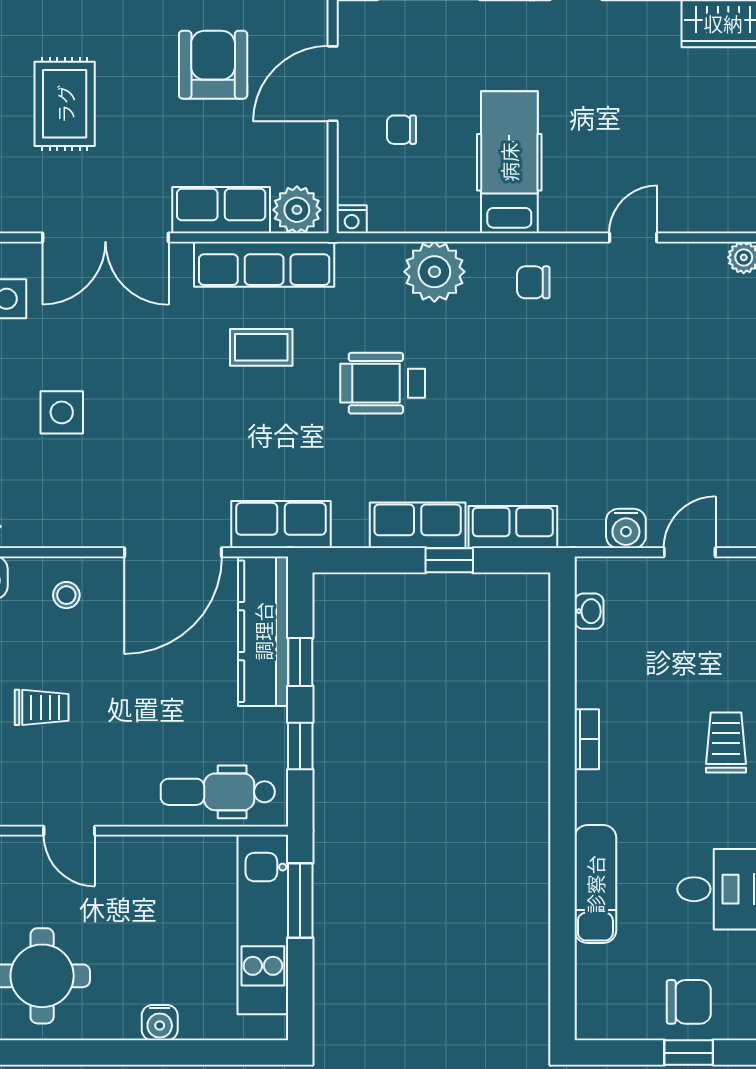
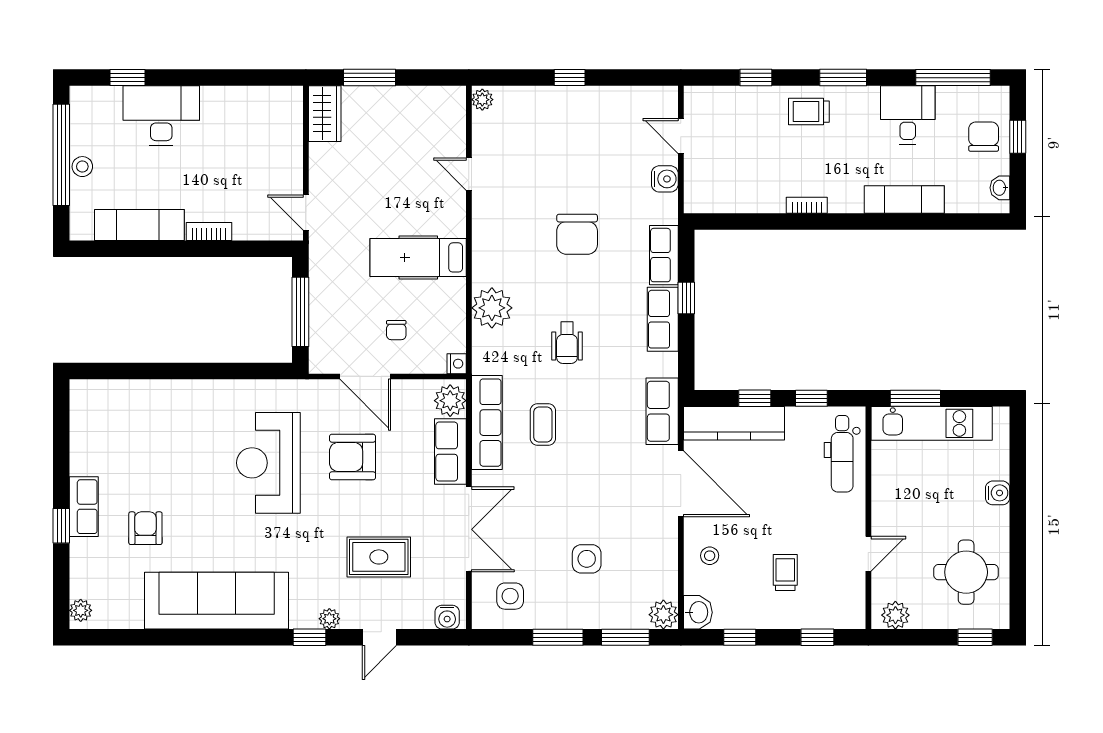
chair: (533, 282) -> (577, 234), moved, width x1.87, depth x1.87
wheelchair: (383, 383) -> (567, 343), width x0.73, depth x0.73
washbasin: (589, 611) -> (1000, 188), moved, turned -90

